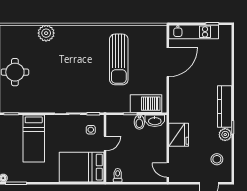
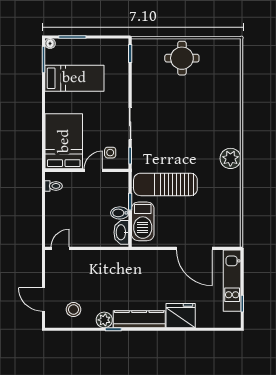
plant: (46, 33) -> (230, 158), moved
sun lounger: (119, 59) -> (165, 184), moved
fridge: (179, 135) -> (181, 316), moved, turned 180
bed: (34, 139) -> (74, 78), moved, turned 180
door: (105, 143) -> (93, 170), swing flipped

